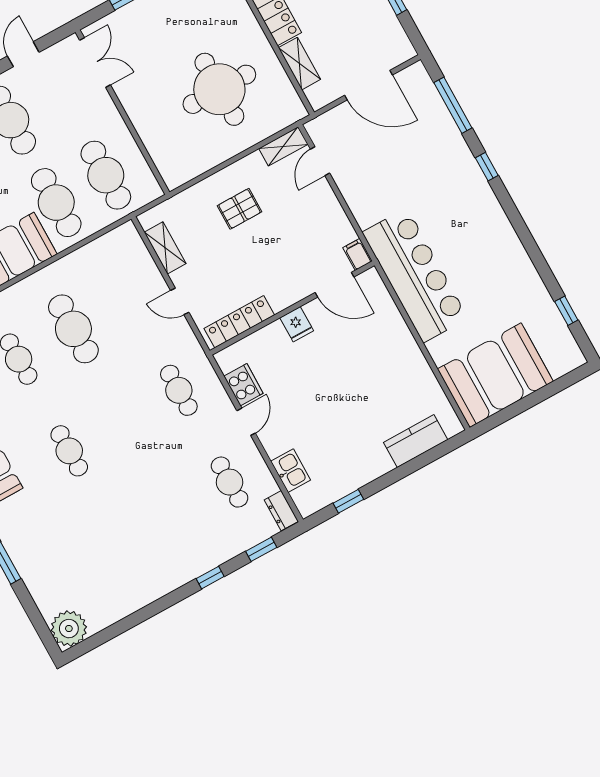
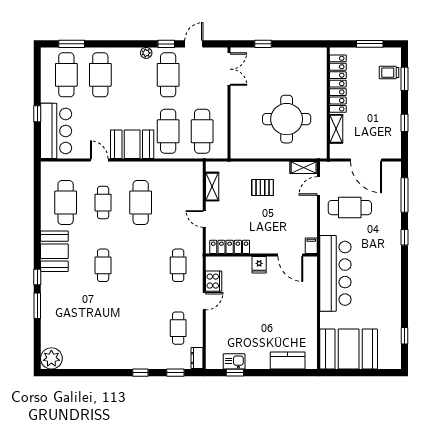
cafe table: (383, 168) -> (350, 208), added
kitchen sink: (291, 471) -> (234, 361), moved, turned -90

